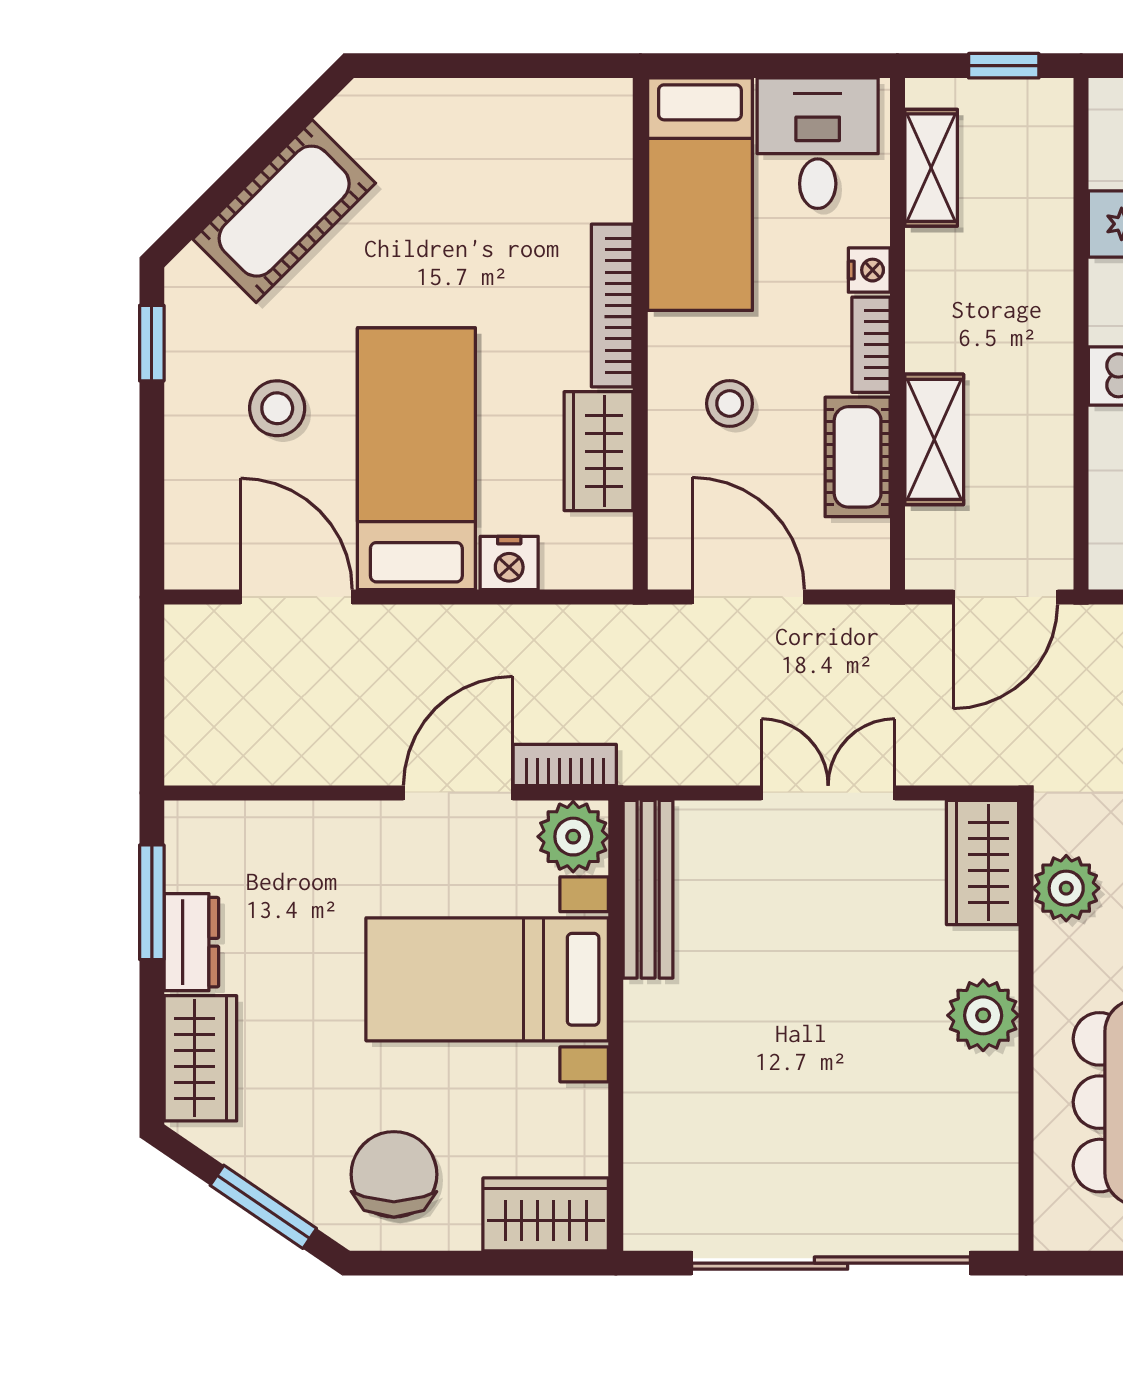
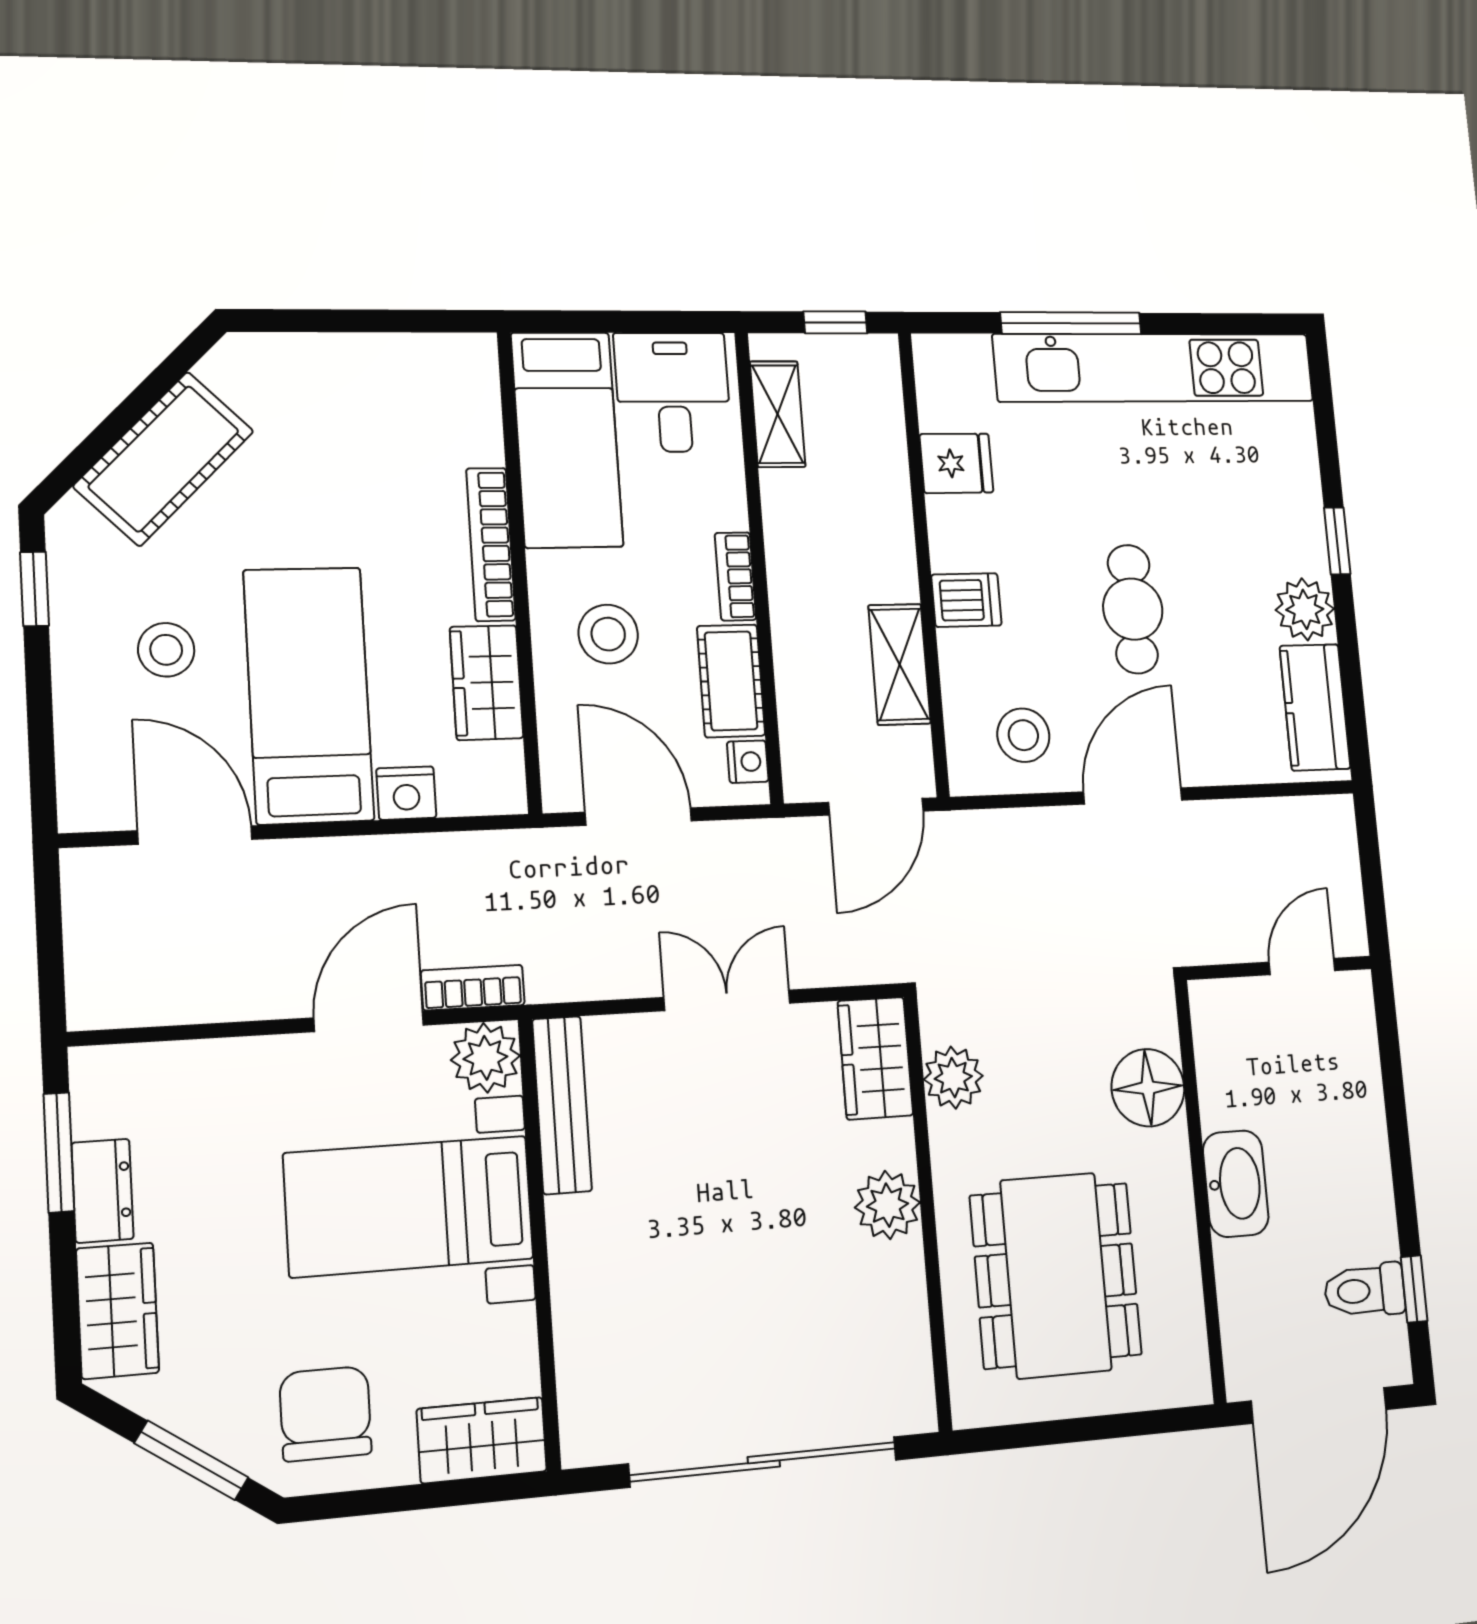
nightstand: (869, 270) -> (748, 762), moved
stool: (730, 403) -> (608, 634), width x1.37, depth x1.37
shelving: (934, 439) -> (899, 664), moved

